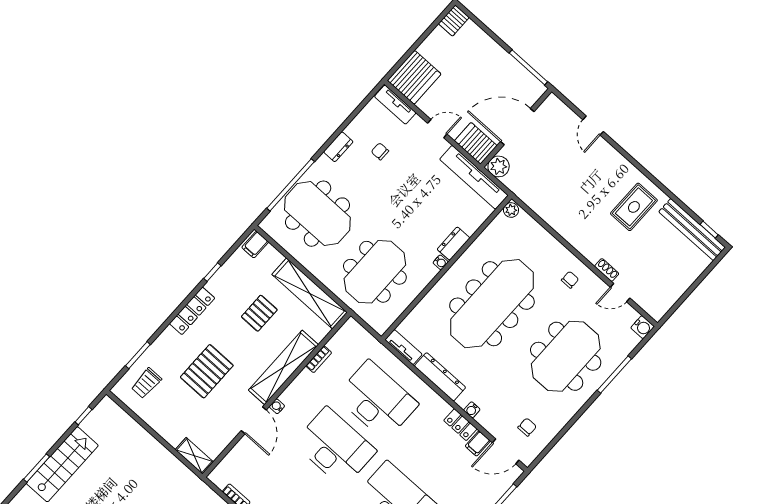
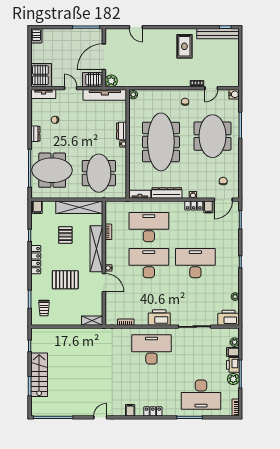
door: (437, 129) -> (71, 88), hinge flipped
pallet: (207, 371) -> (65, 280), turned 90

